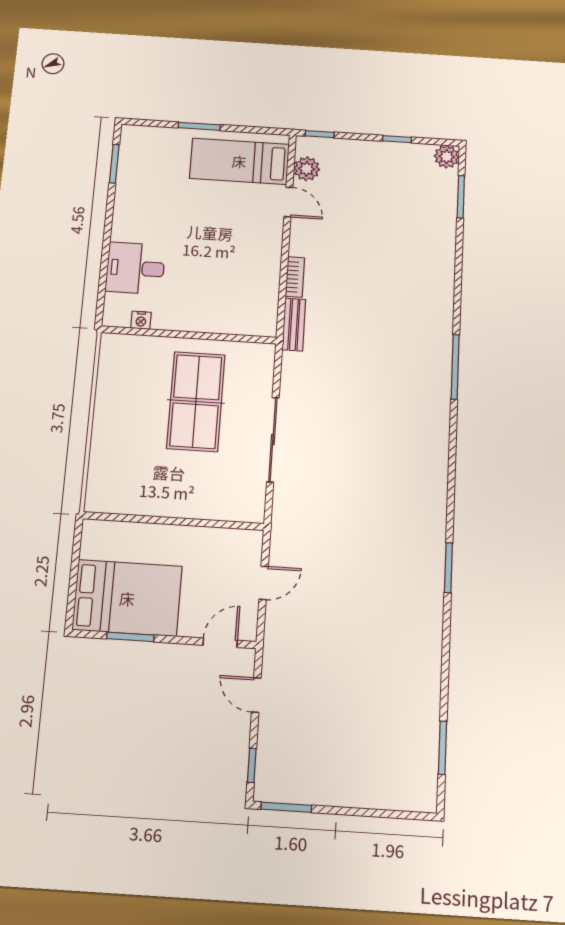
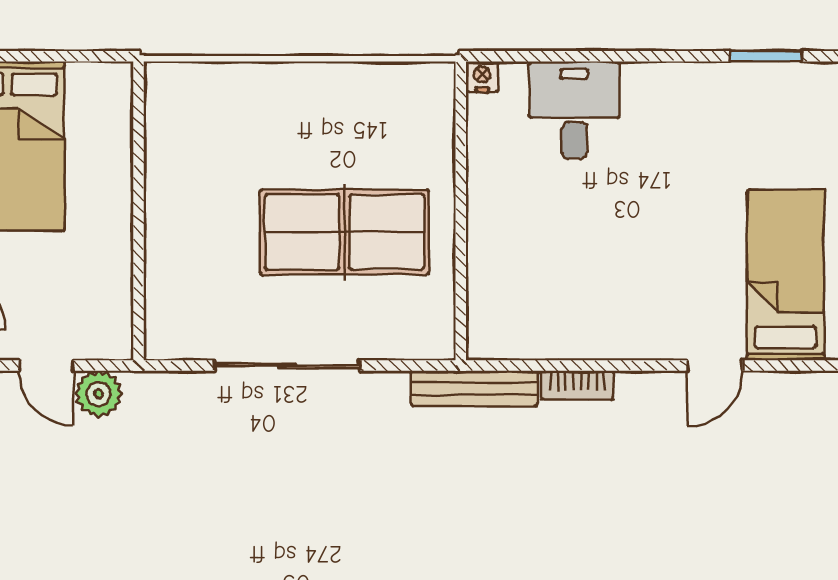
plant: (307, 169) -> (99, 394), moved
nightstand: (141, 320) -> (482, 77), moved, turned 90
bench: (294, 325) -> (474, 388), width x1.36

